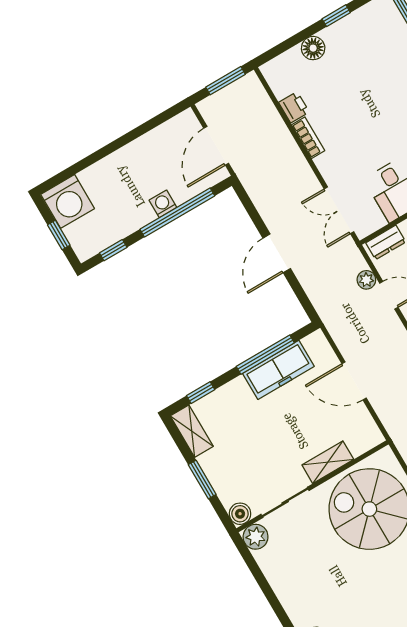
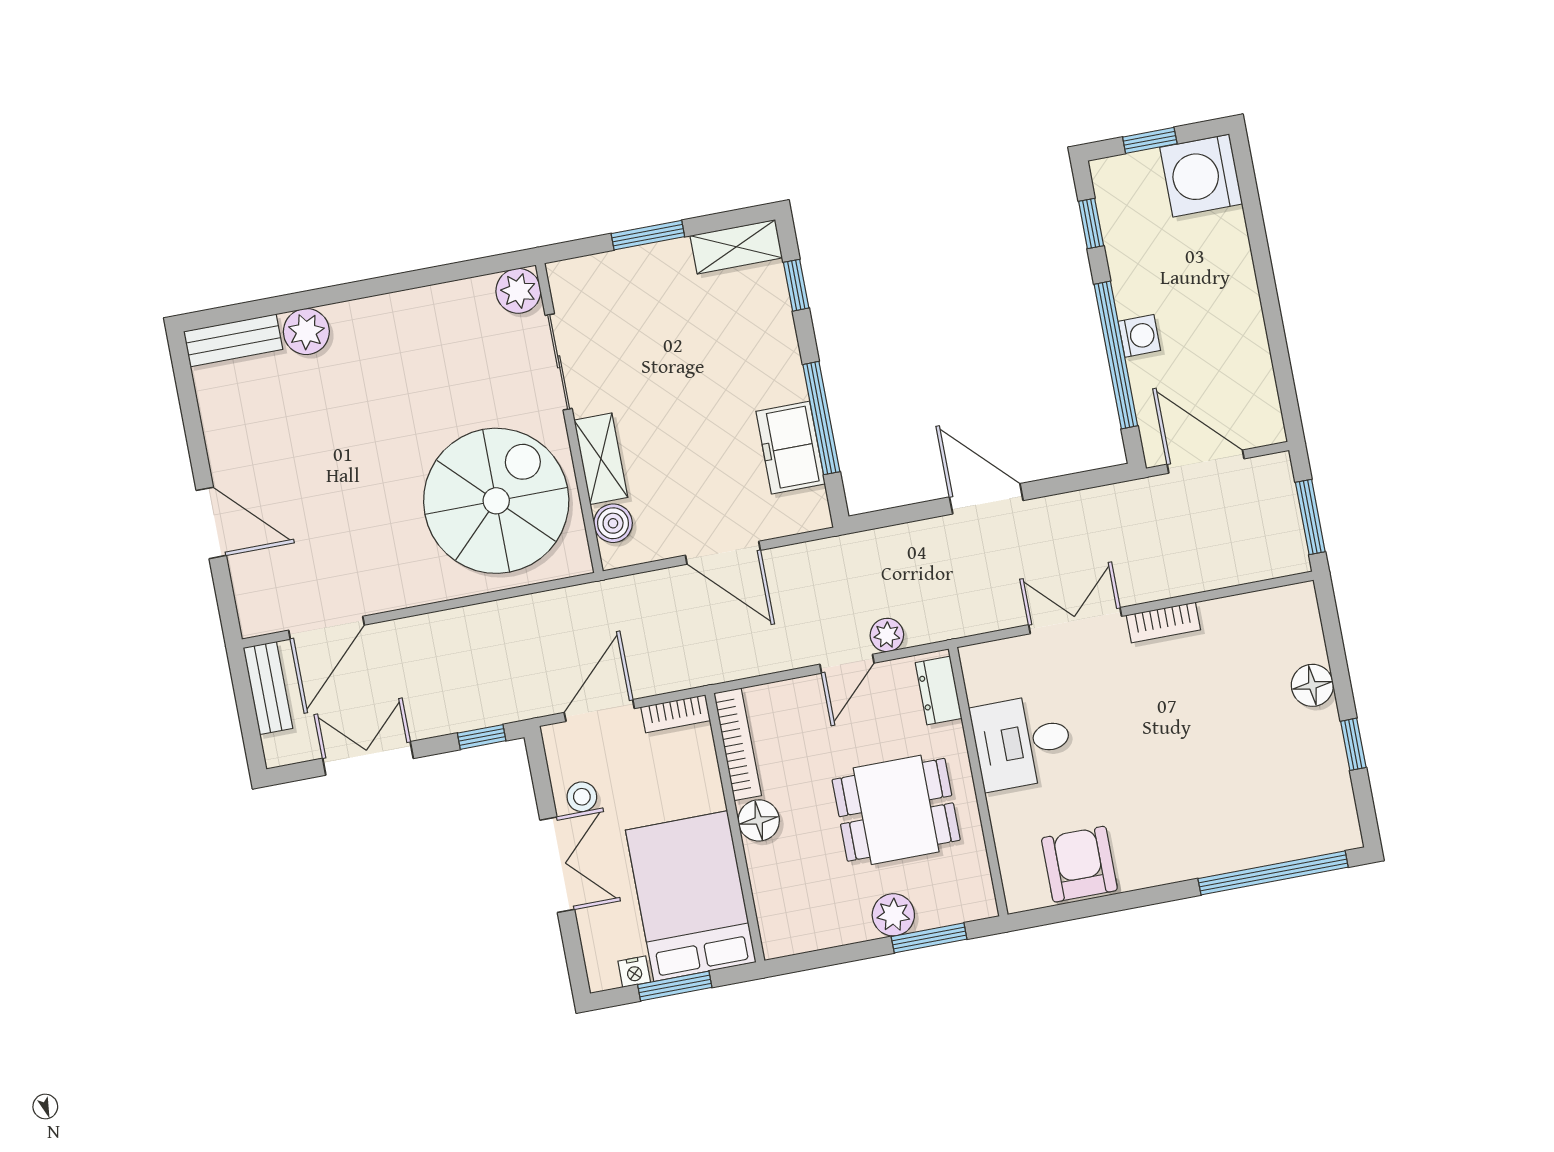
printer: (294, 107) -> (1224, 617), removed
double door: (339, 210) -> (1075, 621), moved
freezer: (278, 370) -> (791, 448), width x0.71
door: (354, 381) -> (723, 553), swing flipped
boiler: (240, 514) -> (613, 523), moved

